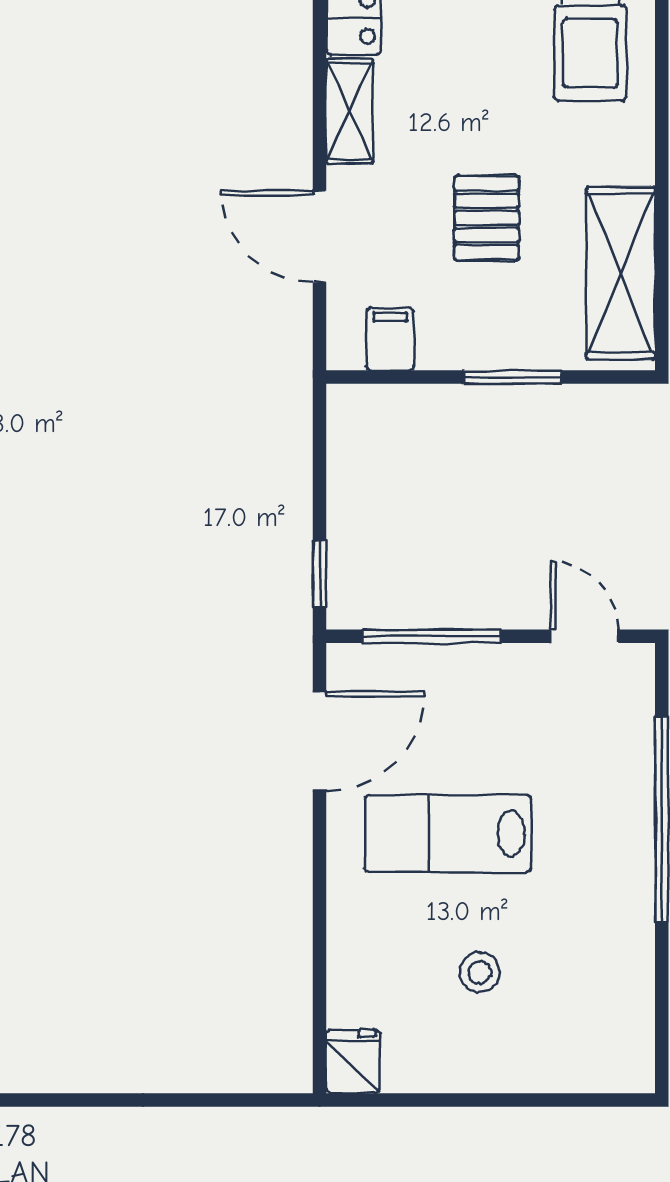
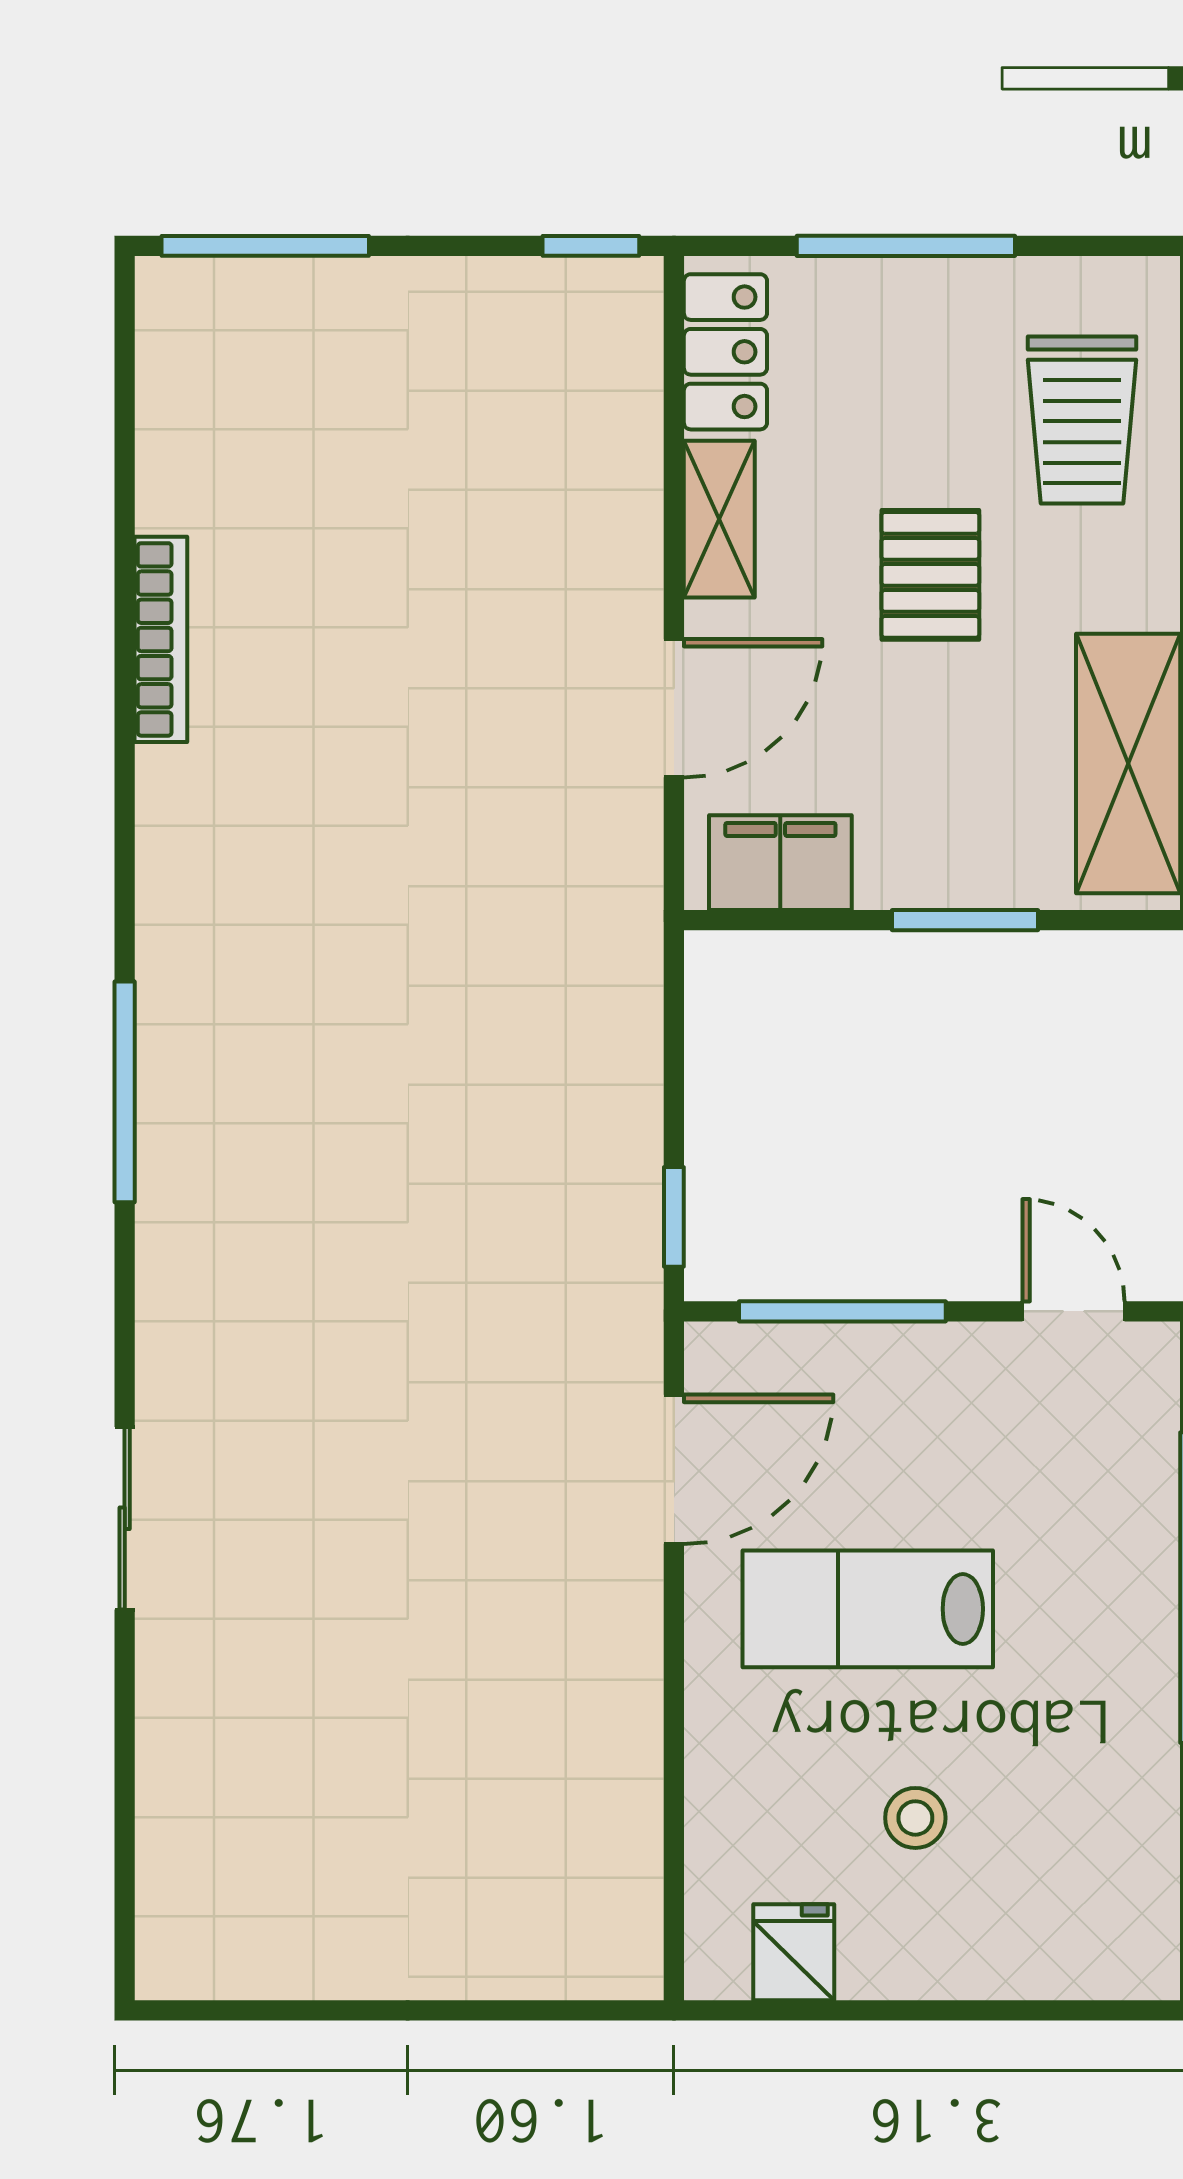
pallet: (487, 218) -> (930, 575), moved
door: (320, 236) -> (674, 708), swing flipped
filing cabinet: (390, 339) -> (780, 863), width x2.00
fridge: (353, 1061) -> (794, 1952), moved

